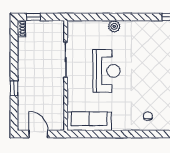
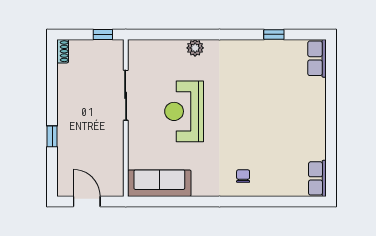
window: (33, 17) -> (103, 34), moved
reception desk: (106, 71) -> (184, 111), turned 180

